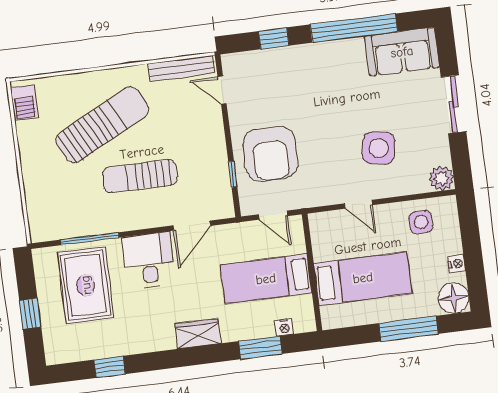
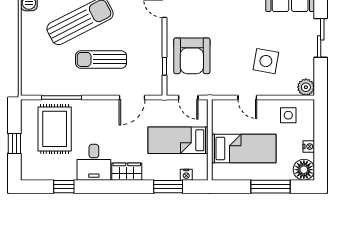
desk: (149, 260) -> (94, 162), moved, turned 180

